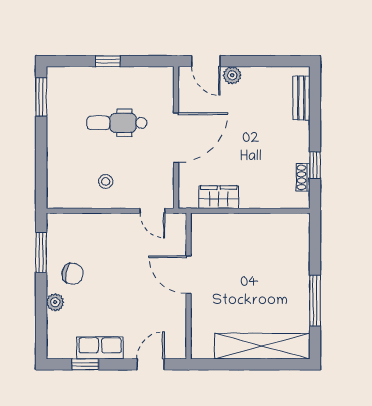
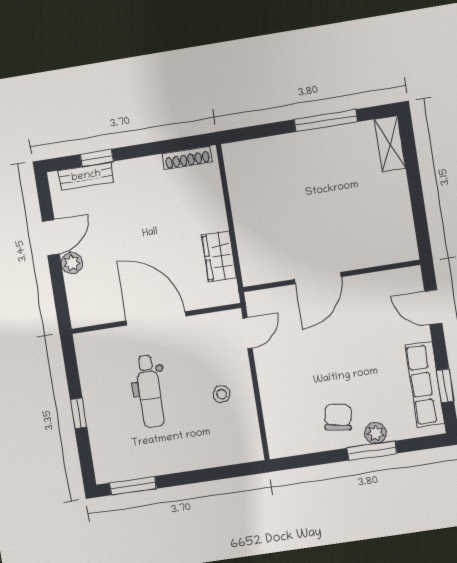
door: (206, 61) -> (51, 238), moved
window: (315, 165) -> (97, 158), moved
shoe rack: (303, 177) -> (187, 158), width x1.43
window: (41, 253) -> (372, 451), moved
shelving: (262, 346) -> (390, 144), width x0.45, depth x0.75
row of seats: (100, 348) -> (425, 384), width x1.48

